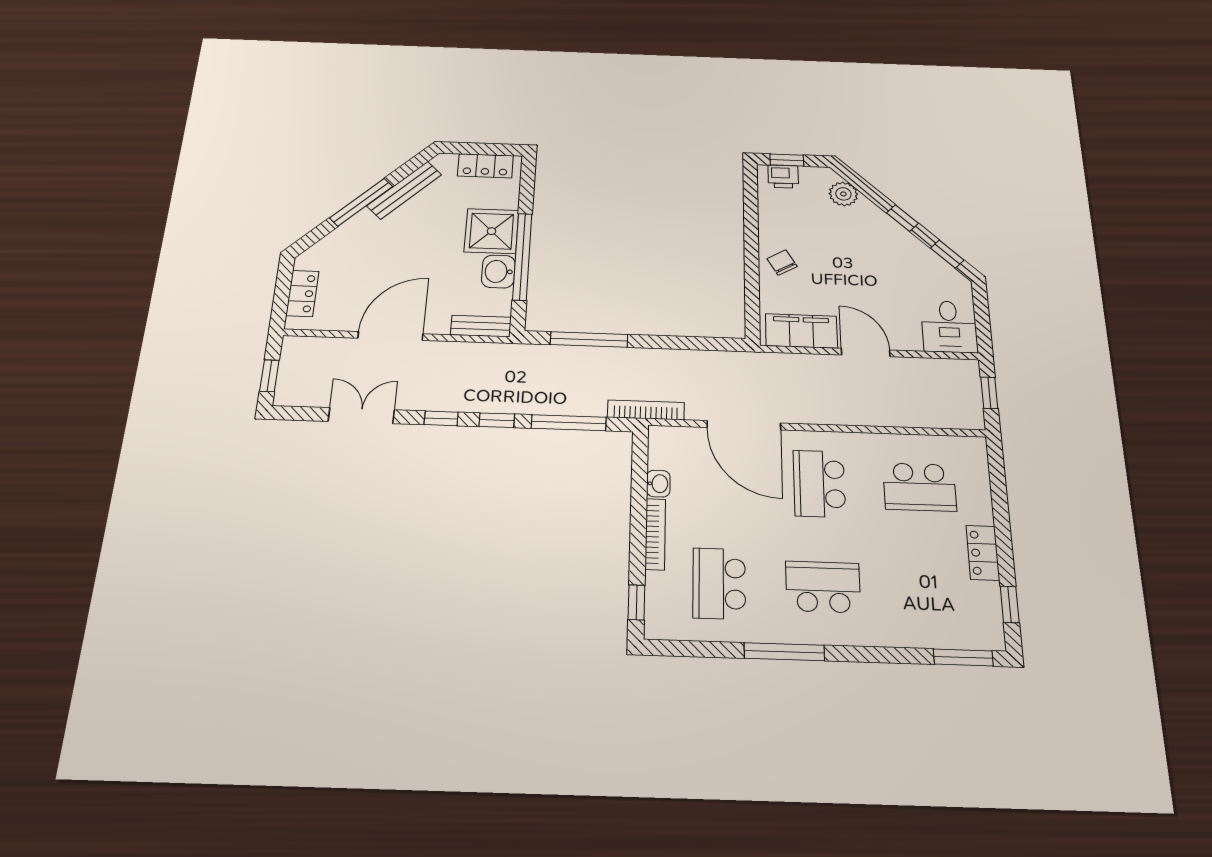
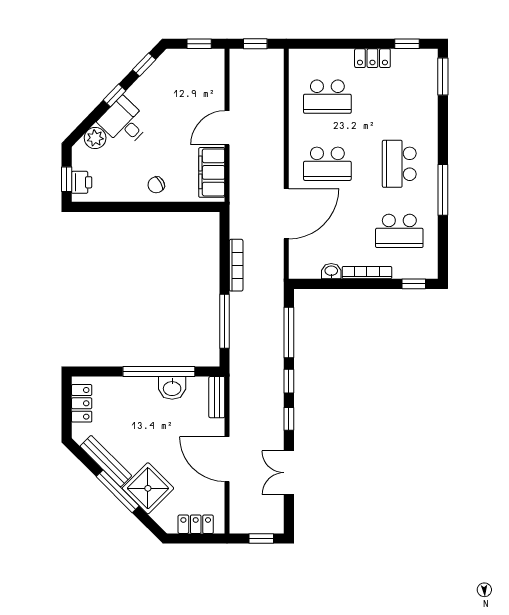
shower: (492, 231) -> (148, 488), moved, turned 45
window: (982, 322) -> (199, 44), added
desk: (949, 327) -> (124, 122), moved, turned -136
bookcase: (646, 410) -> (236, 265), moved, turned 180
school desk: (920, 487) -> (327, 97), turned 90

